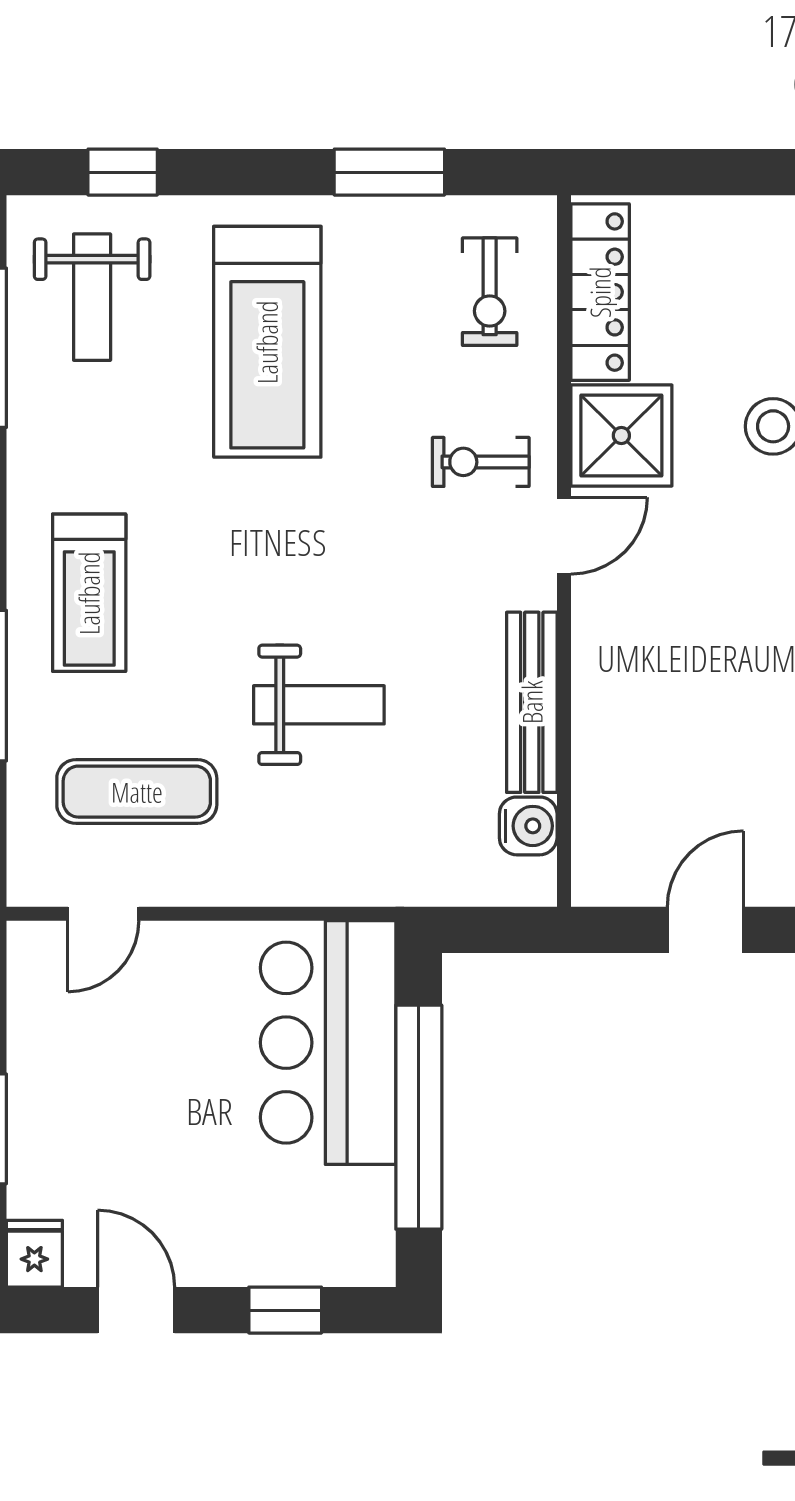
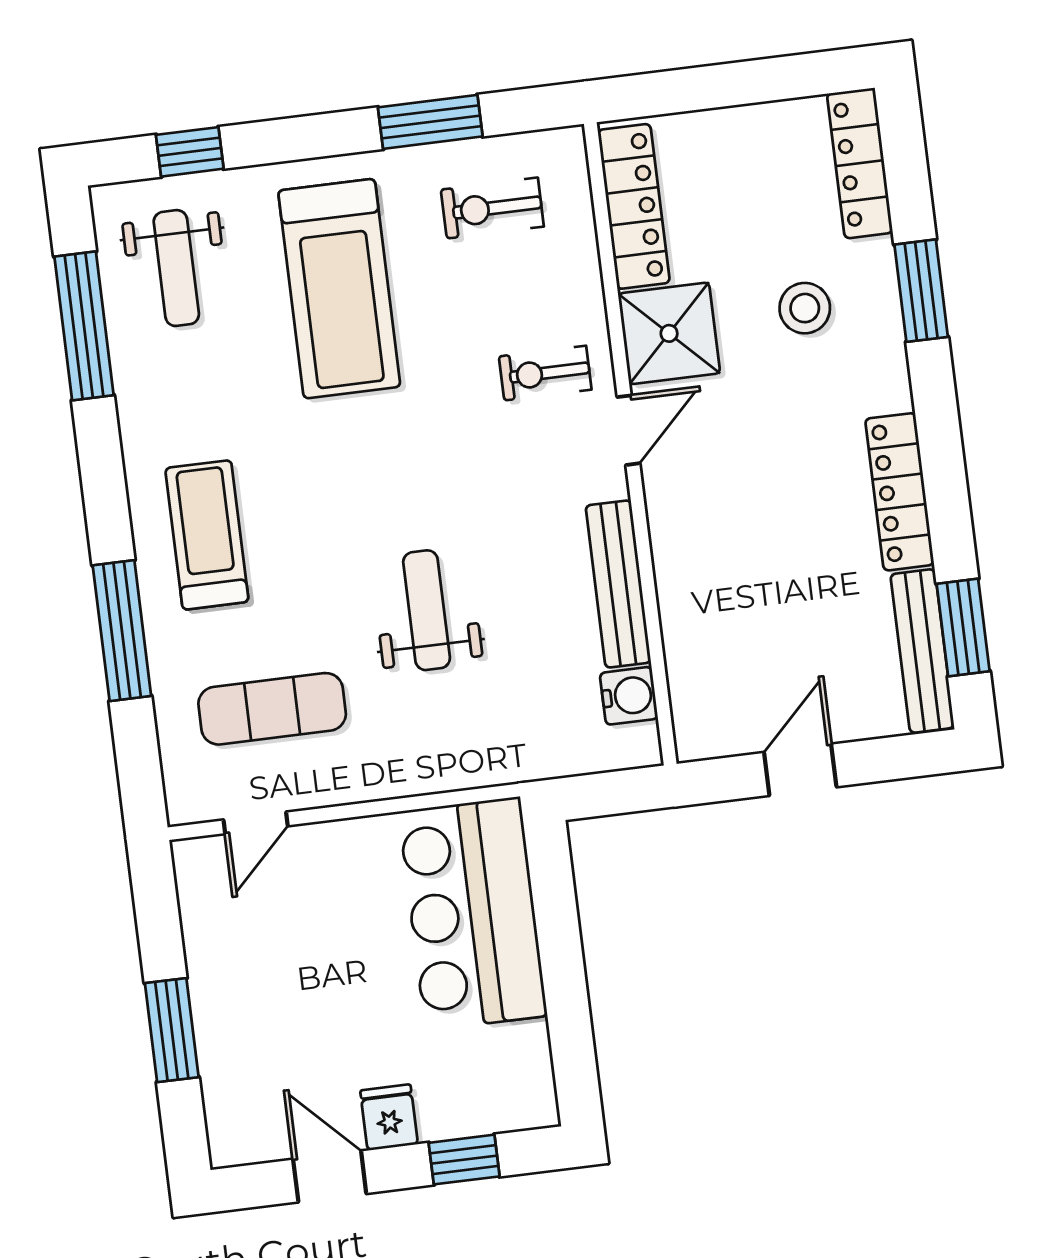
exercise bike: (490, 292) -> (492, 208), moved, turned 90
treadmill: (89, 593) -> (207, 535), turned 180
weight bench: (319, 705) -> (427, 610), turned -90
window: (419, 1117) -> (563, 971), removed
fridge: (34, 1254) -> (389, 1117), moved

